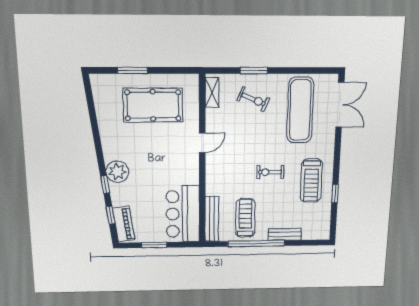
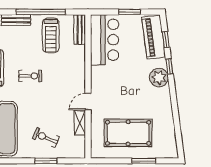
shelving: (212, 93) -> (80, 123), moved
bench: (212, 219) -> (80, 30), width x0.73
piano: (124, 224) -> (154, 37), width x1.37, depth x1.33

